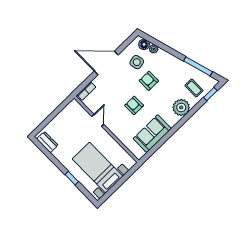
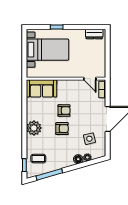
floor lamp: (144, 44) -> (78, 159), moved
armchair: (149, 81) -> (62, 129), moved
plant: (181, 107) -> (34, 128), moved
door: (98, 120) -> (90, 79), moved
sofa: (152, 134) -> (42, 88), moved, turned 90

